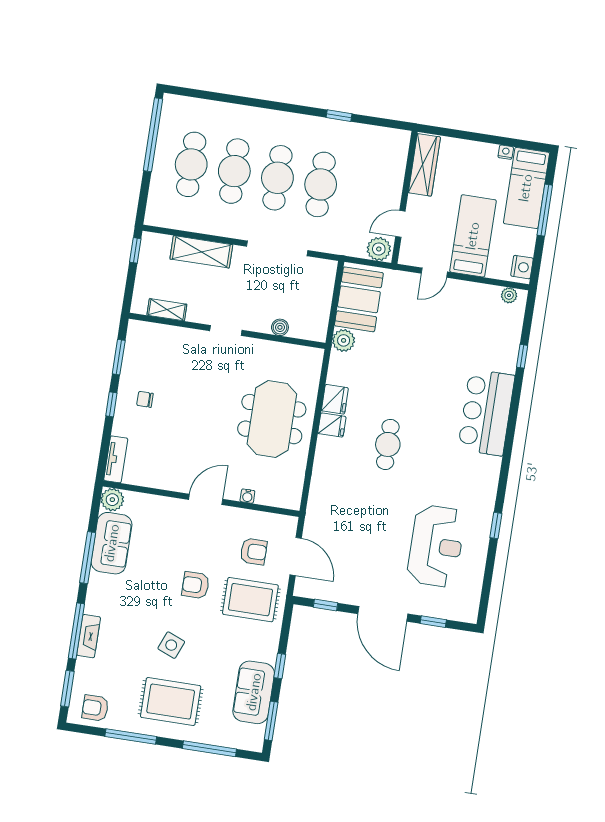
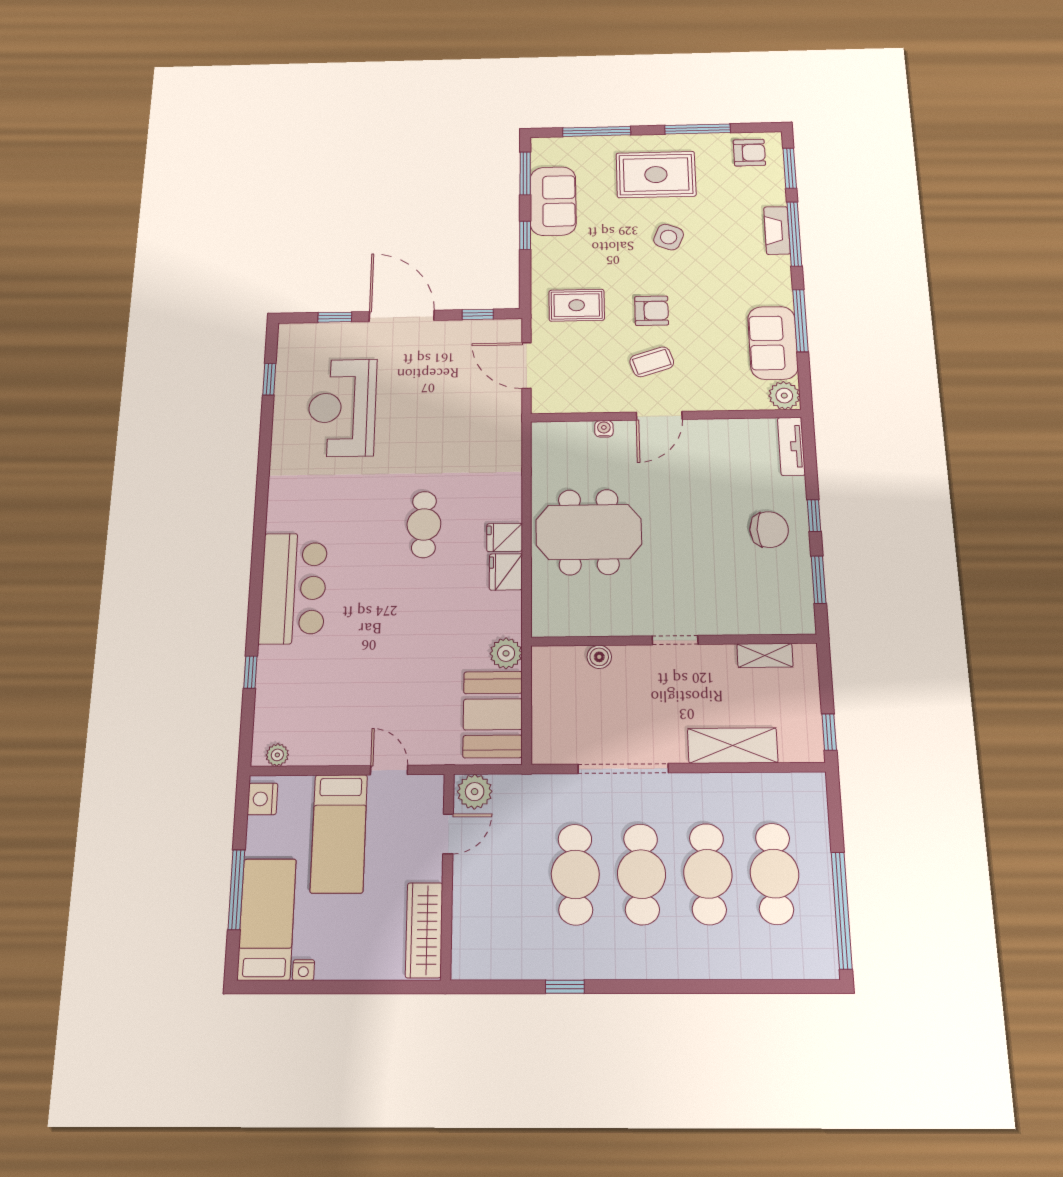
door: (434, 273) -> (389, 770), hinge flipped
chair: (145, 399) -> (769, 530), width x1.87, depth x1.87
meeting table: (272, 419) -> (589, 532), turned 90
window: (496, 525) -> (269, 379), moved
coffee table: (203, 543) -> (652, 362), added
armchair: (254, 551) -> (583, 363), removed
rug: (250, 600) -> (577, 305), width x0.73, depth x0.70

